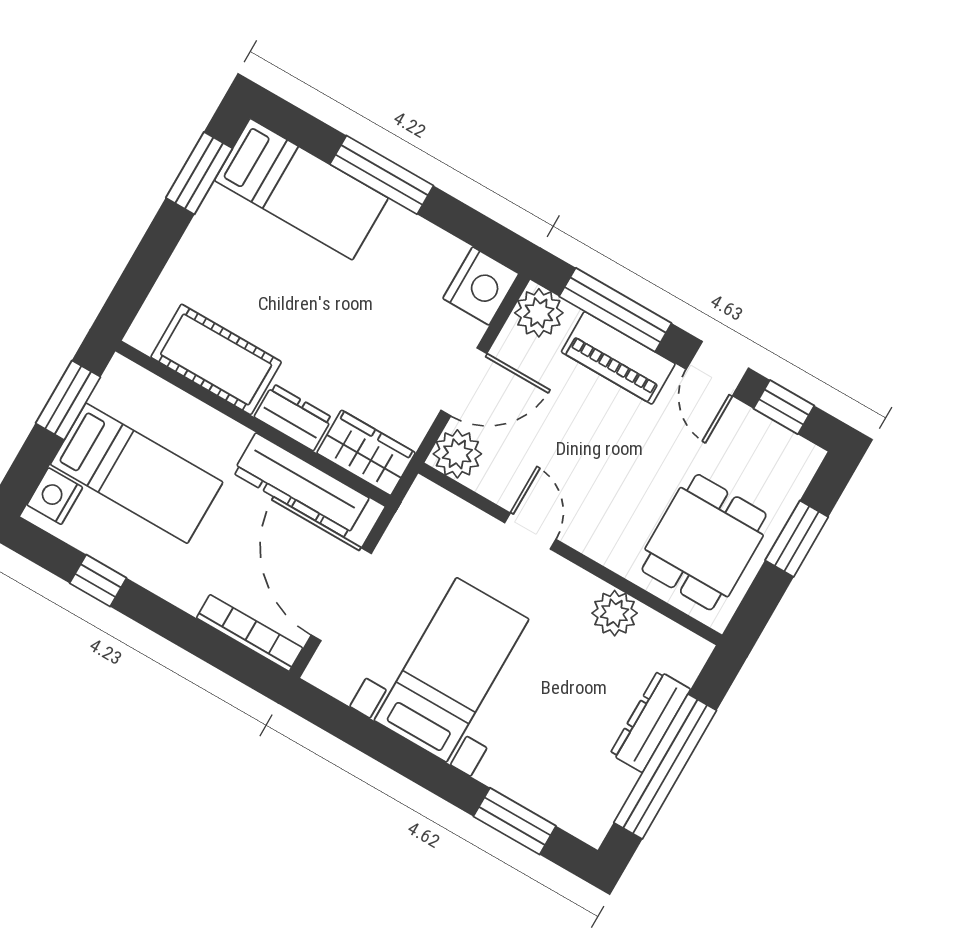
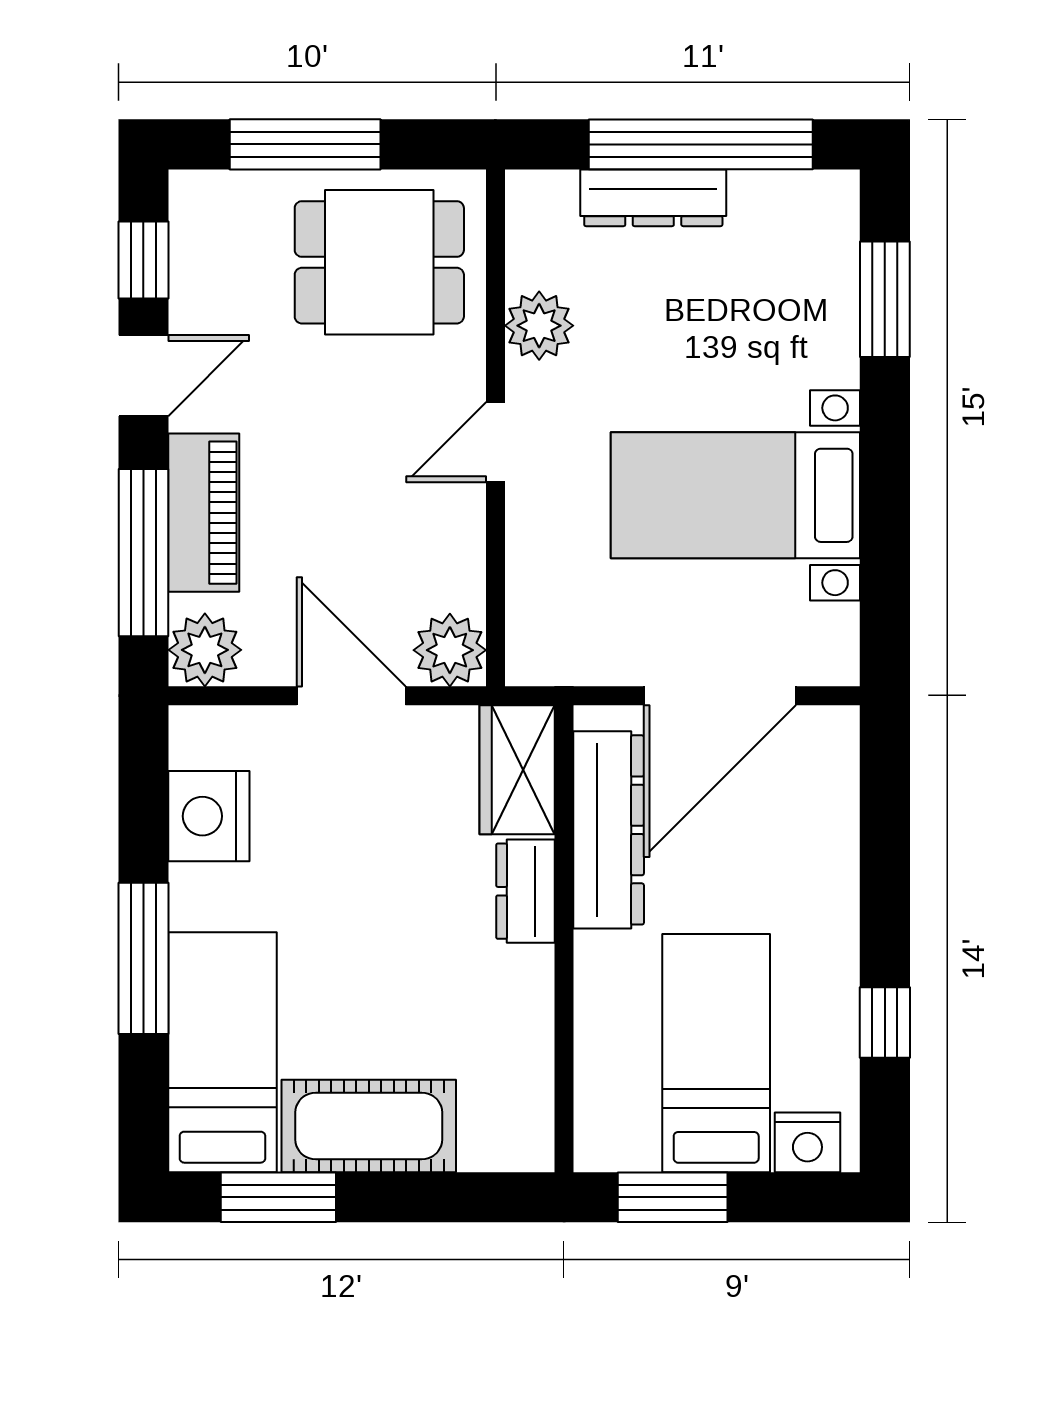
nightstand: (481, 286) -> (209, 816), moved, turned -90
cot: (216, 359) -> (369, 1126), moved, turned 90
door: (530, 531) -> (495, 442), moved
window: (797, 539) -> (305, 144), width x1.44
bookcase: (250, 633) -> (839, 786), removed

